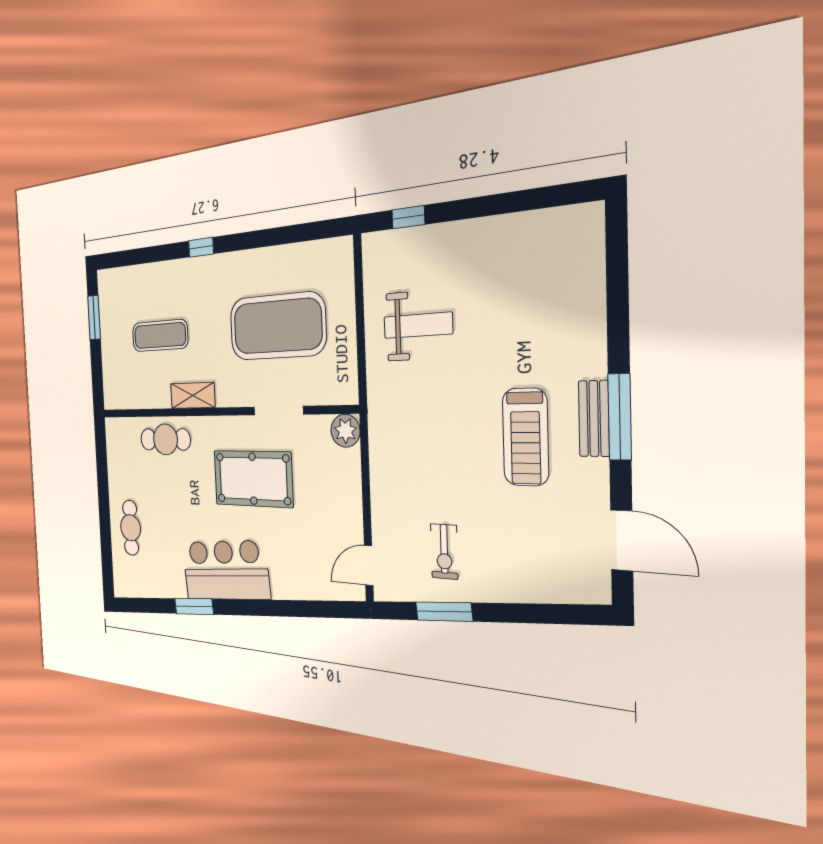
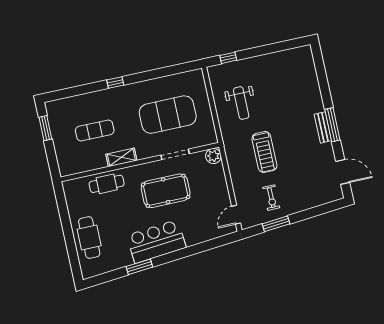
weight bench: (418, 325) -> (241, 103), turned 90
treadmill: (525, 437) -> (264, 152), moved
cafe table: (131, 528) -> (89, 238), width x1.37, depth x1.35

